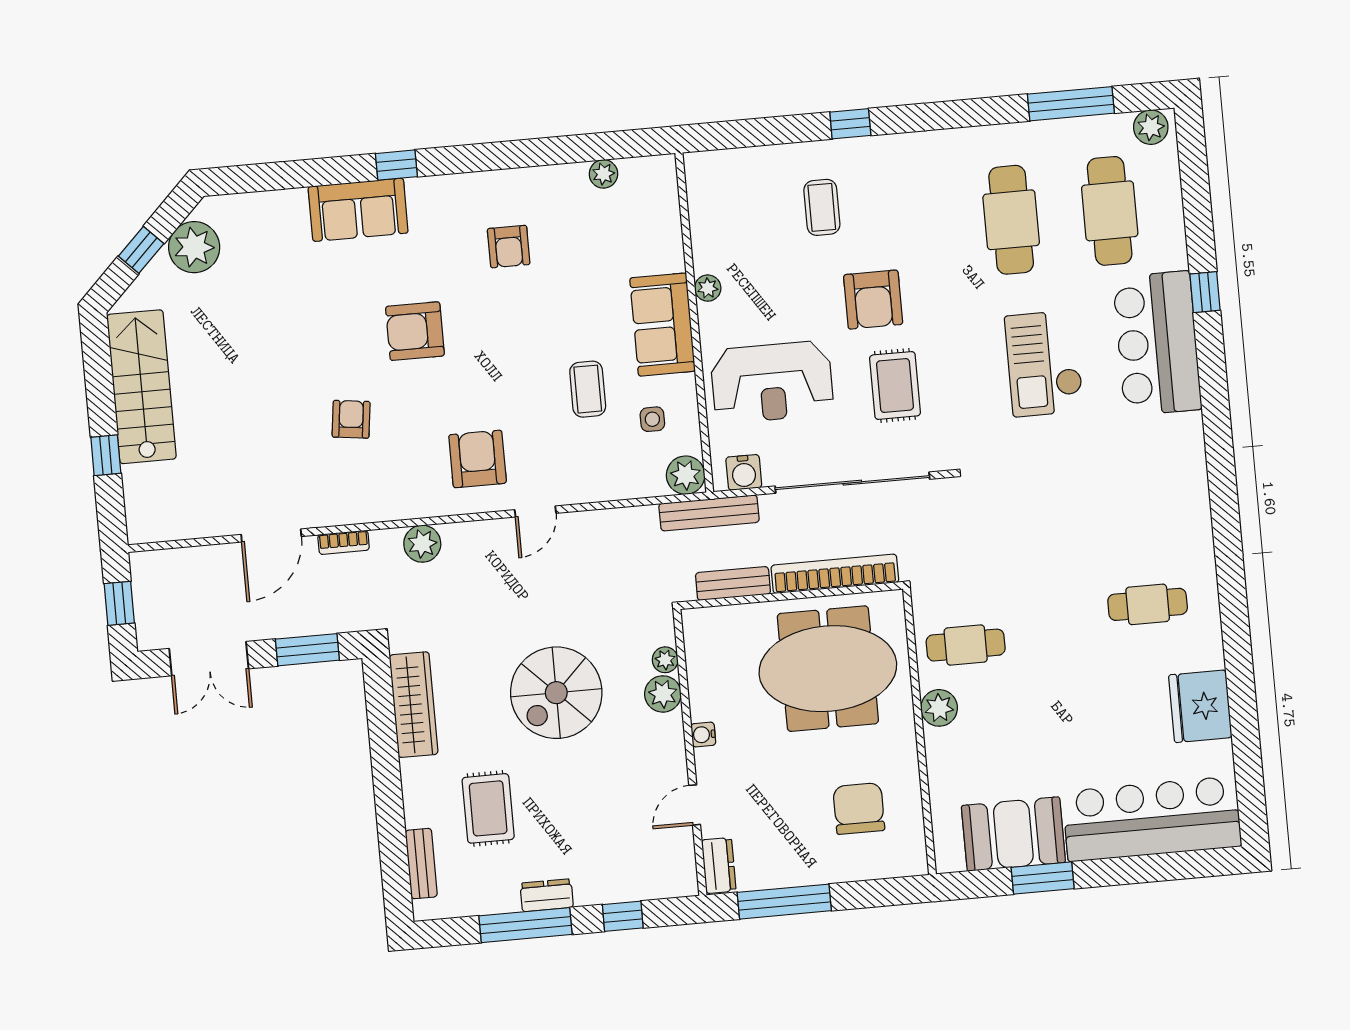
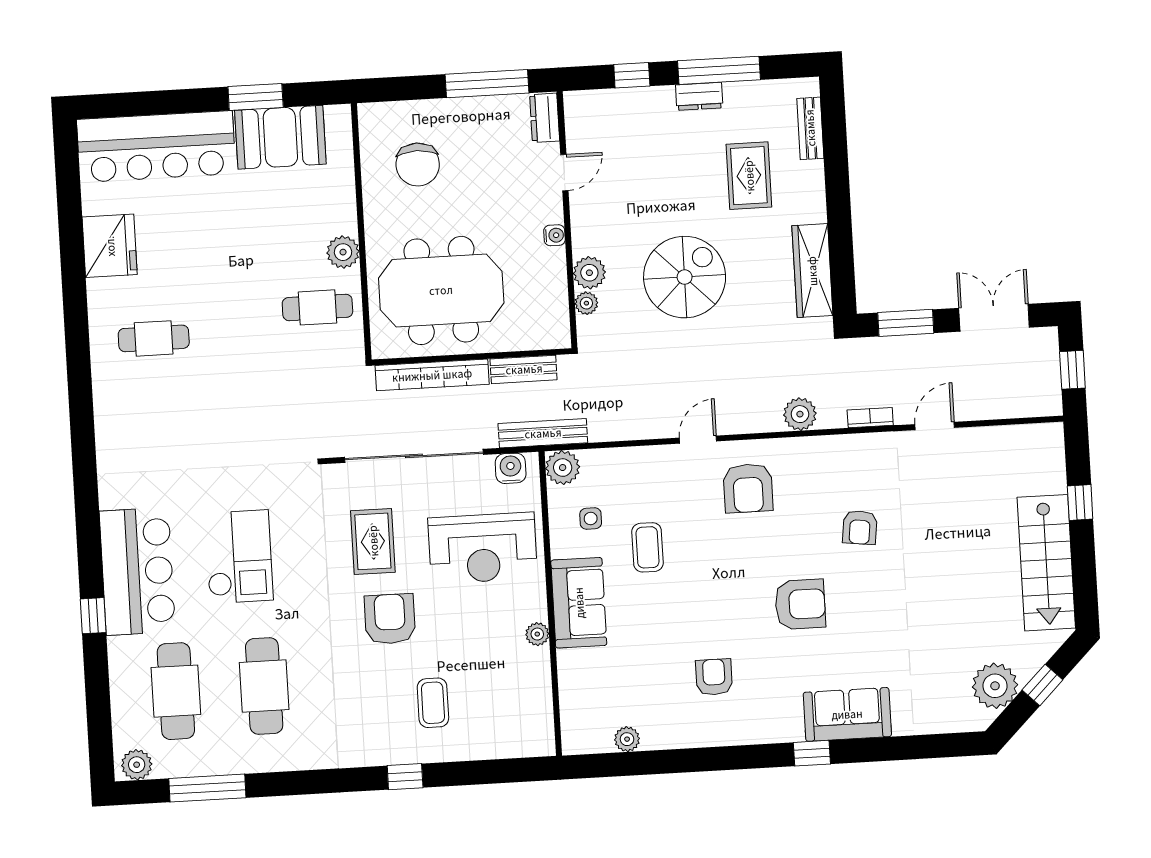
reception desk: (772, 382) -> (483, 548), turned 180
door: (271, 536) -> (935, 426), width x0.73

